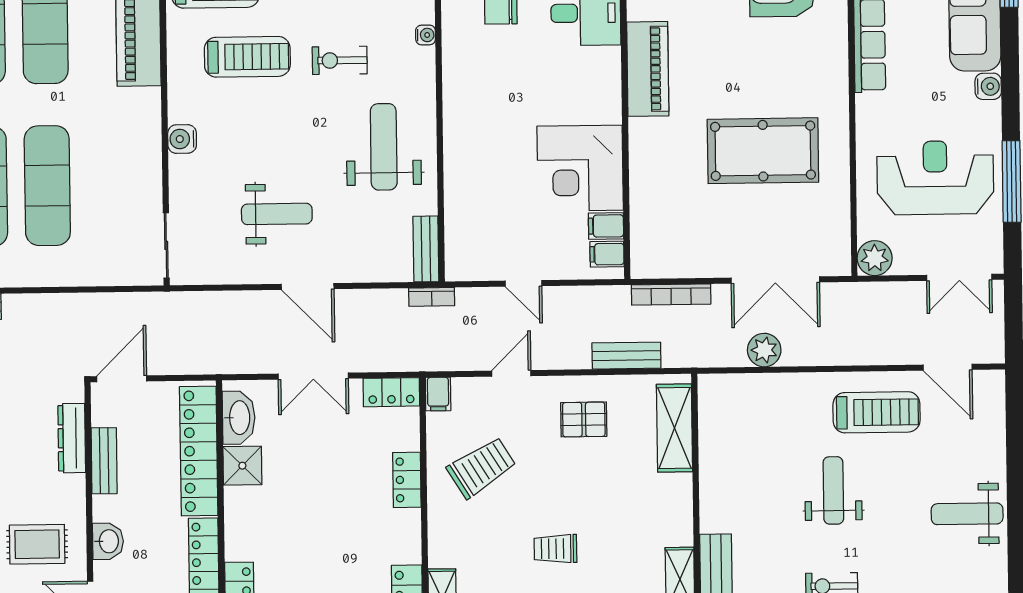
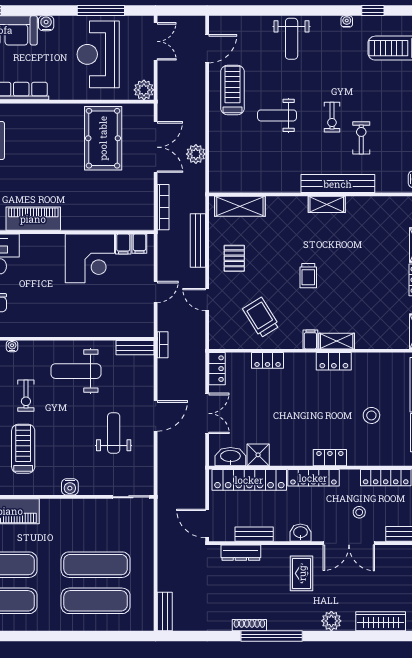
pool table: (763, 151) -> (103, 138), moved
bench: (626, 356) -> (198, 240), width x1.36
filing cabinet: (438, 394) -> (310, 339), moved, turned -90

